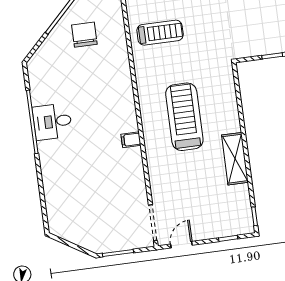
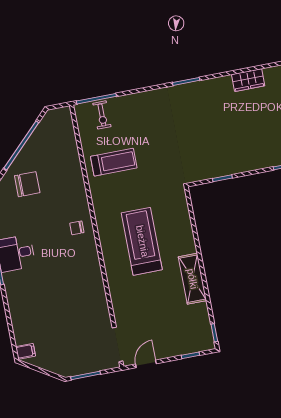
chair: (84, 35) -> (27, 184), moved, turned 90
chair: (118, 99) -> (77, 228), added
filing cabinet: (131, 140) -> (26, 351), moved, turned 180

